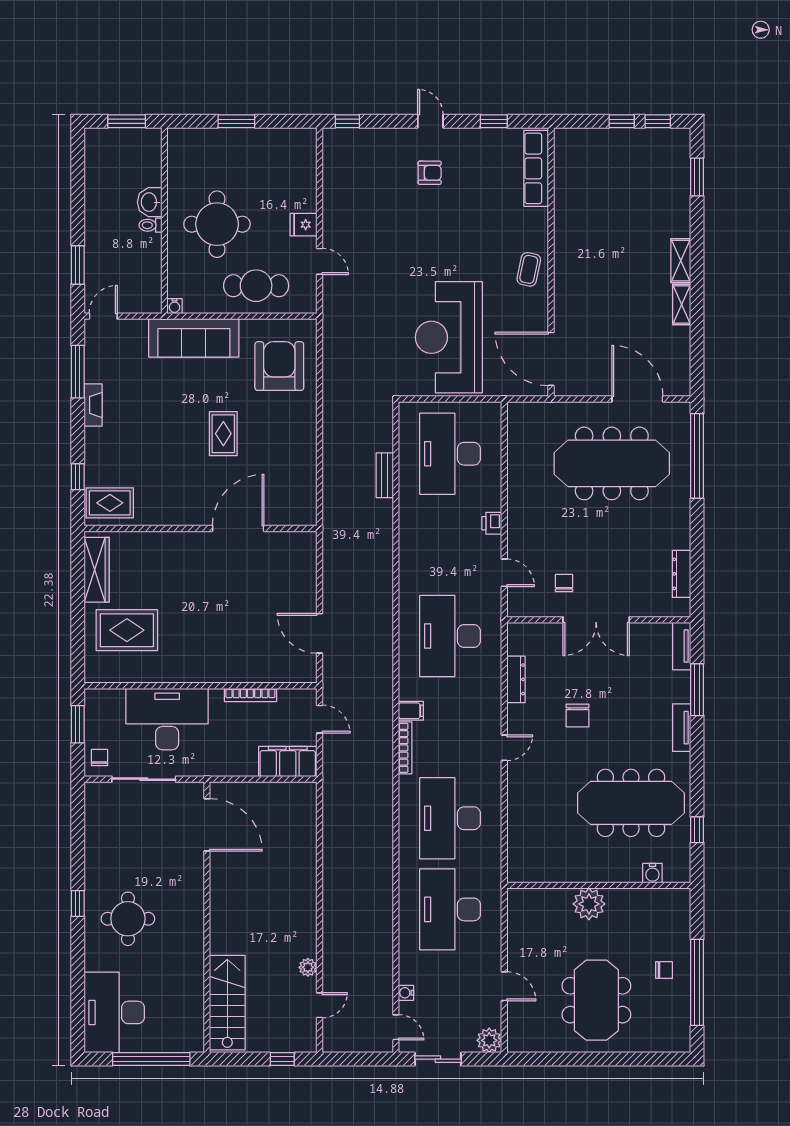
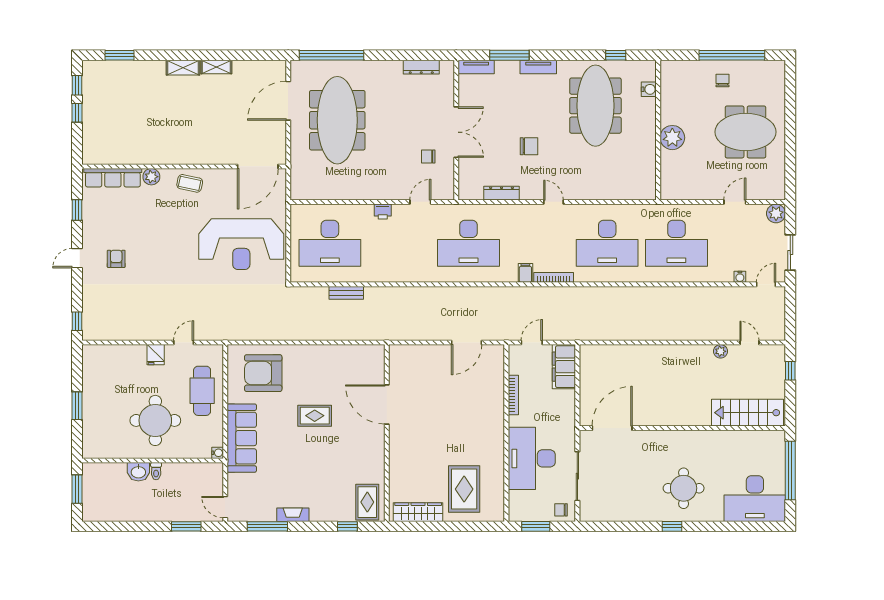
plant: (537, 219) -> (151, 177), added

